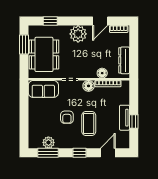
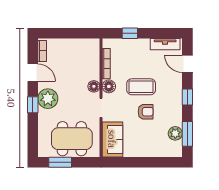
window: (50, 21) -> (33, 105), moved
dresser: (124, 60) -> (79, 45), removed
floor lamp: (102, 73) -> (94, 86), moved
tv unit: (124, 118) -> (165, 44), moved
window: (134, 121) -> (130, 33), moved
coffee table: (89, 123) -> (141, 87), moved

